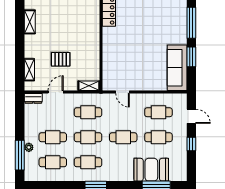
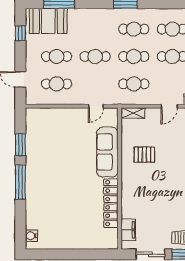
pallet: (61, 59) -> (144, 155), moved
sofa: (177, 68) -> (107, 152), moved, turned 180
door: (123, 92) -> (96, 106), swing flipped
window: (191, 144) -> (20, 33), moved
booth: (151, 170) -> (48, 21), moved

